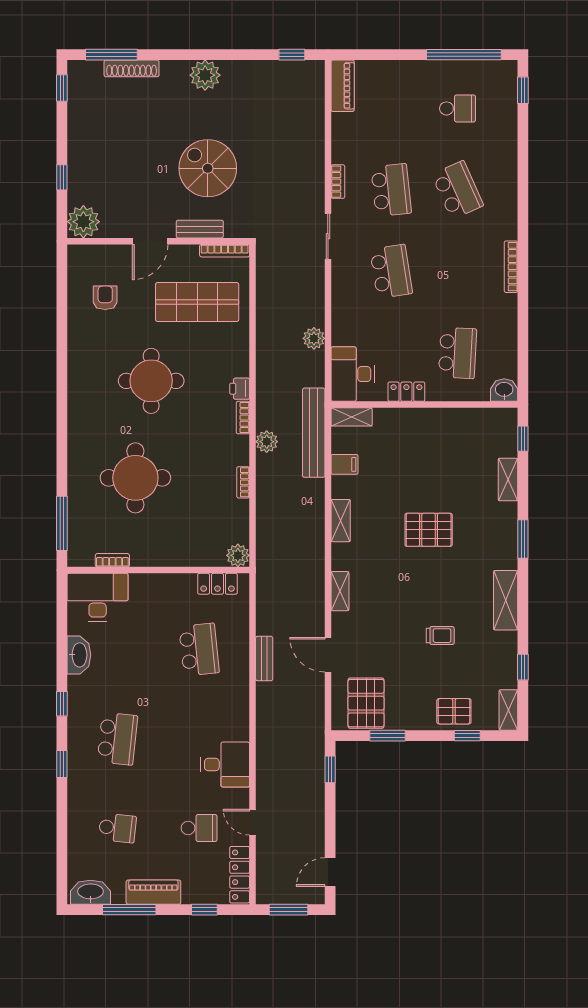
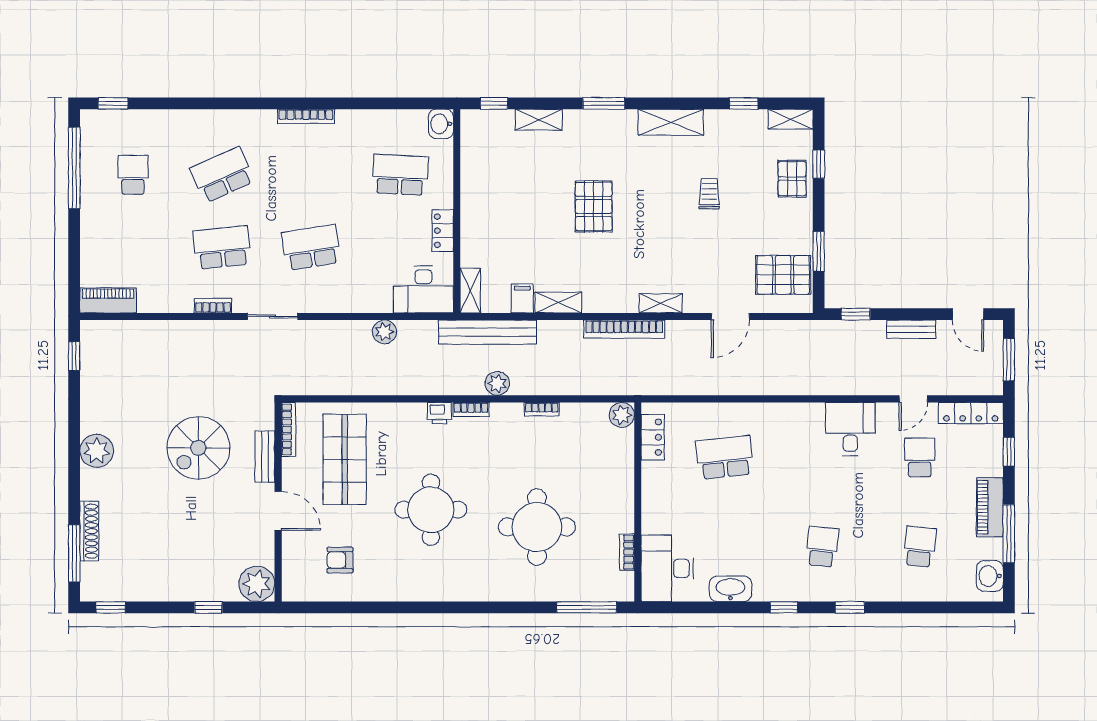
shelving: (341, 521) -> (558, 303), moved
bookcase: (316, 558) -> (624, 329), added
bench: (264, 658) -> (911, 329), moved
school desk: (117, 739) -> (822, 547), width x0.54
washbasin: (91, 892) -> (990, 576), width x0.72

